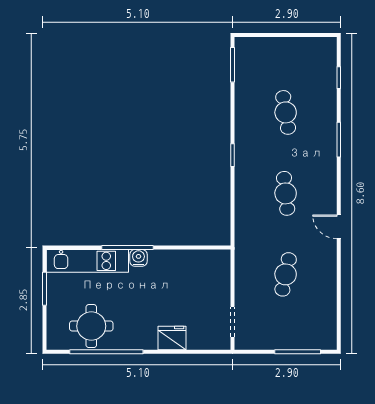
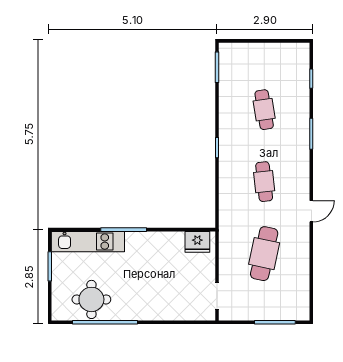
door: (339, 227) -> (311, 211), swing flipped
water cooler: (138, 258) -> (133, 239), removed
cafe table: (286, 274) -> (264, 254), width x1.37, depth x1.35
fridge: (172, 338) -> (197, 242), moved, turned 180

